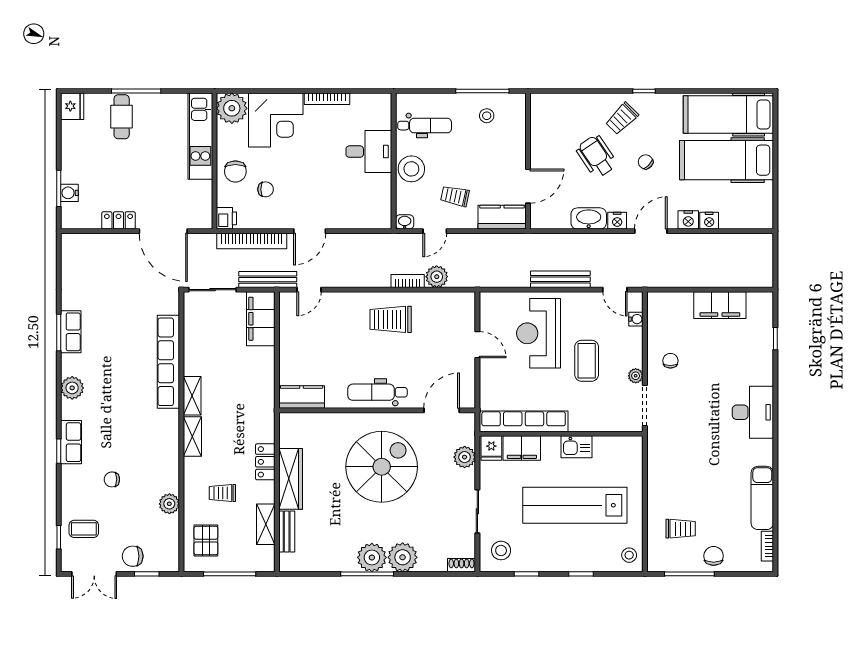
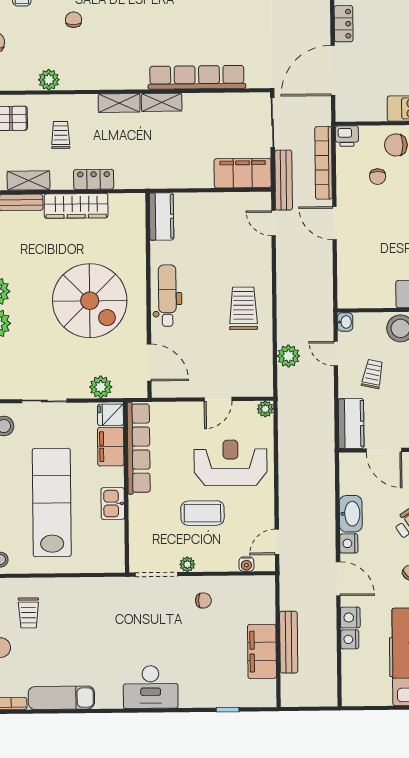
bench: (560, 279) -> (289, 642), moved
bookcase: (408, 281) -> (284, 326), removed
plant: (487, 299) -> (265, 409), added

